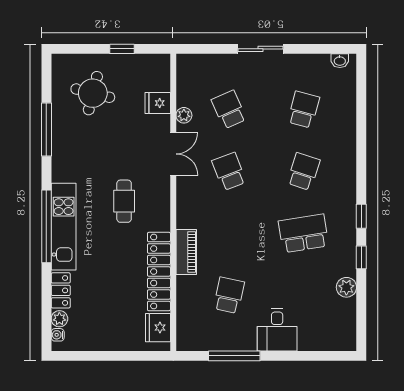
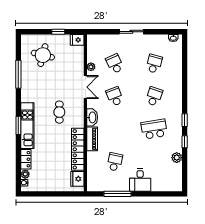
fridge: (158, 103) -> (77, 40), moved
washbasin: (186, 211) -> (92, 117), added
window: (46, 226) -> (18, 125), width x0.47

